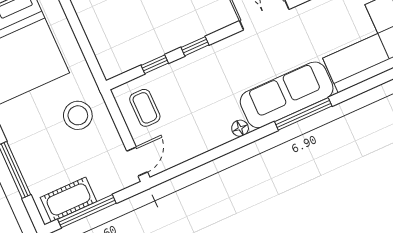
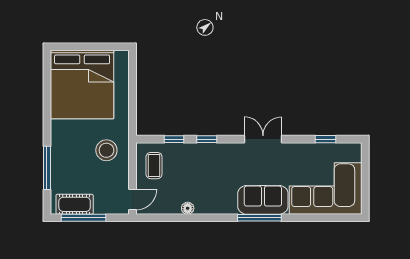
sofa: (287, 95) -> (263, 200), width x0.73
floor lamp: (240, 128) -> (188, 208), moved

